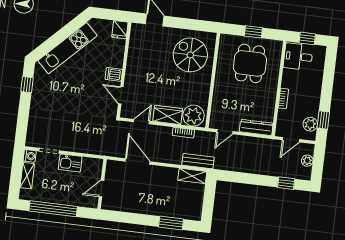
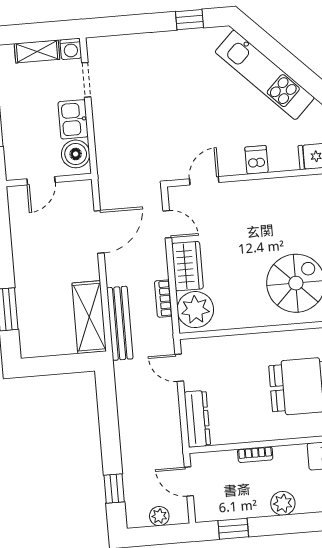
dishwasher: (114, 74) -> (257, 160), moved
plant: (310, 124) -> (283, 503), moved
bench: (198, 161) -> (120, 323), width x1.36
boiler: (90, 166) -> (76, 154), added
shelving: (192, 176) -> (89, 317), width x1.50, depth x1.33
door: (102, 189) -> (41, 181), swing flipped

